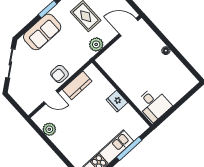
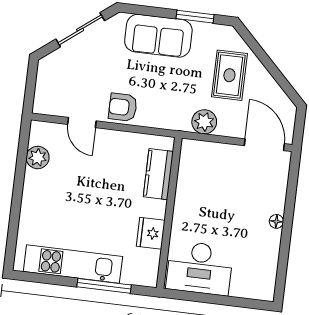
kitchen counter: (77, 85) -> (158, 174), moved, turned 90
fridge: (117, 101) -> (151, 233), moved
desk: (154, 104) -> (200, 268), width x1.37

